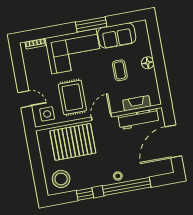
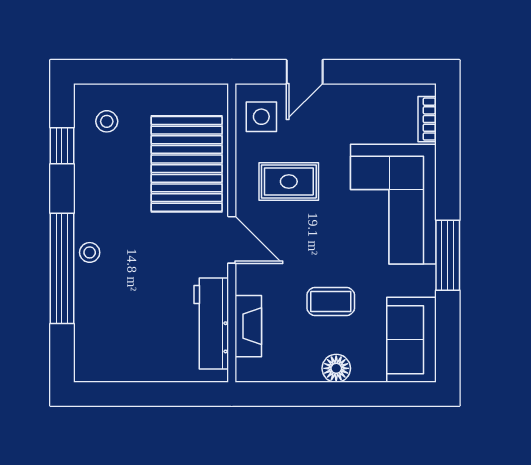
sofa: (117, 36) -> (412, 340), moved
rug: (72, 97) -> (289, 182), width x0.73, depth x0.70
door: (173, 141) -> (146, 394), removed
stool: (61, 179) -> (107, 121), width x0.53, depth x0.53
window: (85, 194) -> (62, 146), moved

